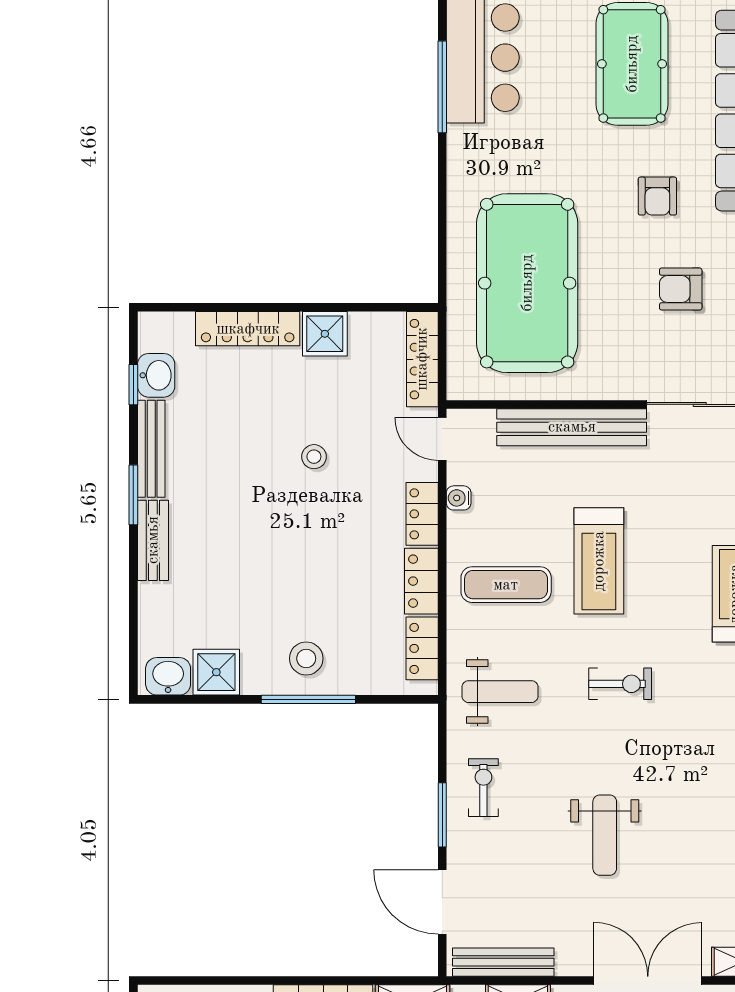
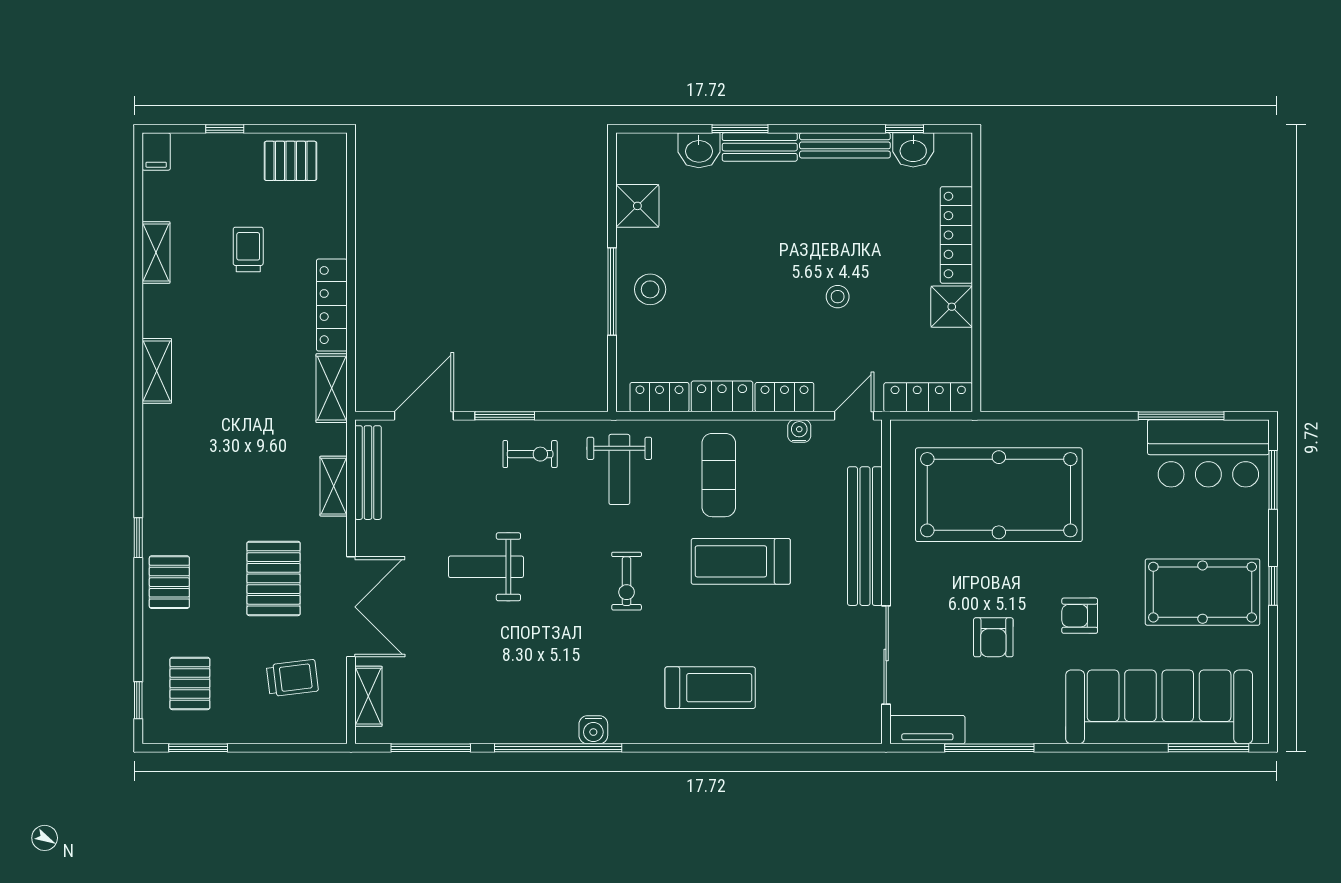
armchair: (681, 289) -> (993, 637), turned 180
window: (133, 495) -> (740, 129), moved
washbasin: (168, 676) -> (699, 150), moved, turned 90

